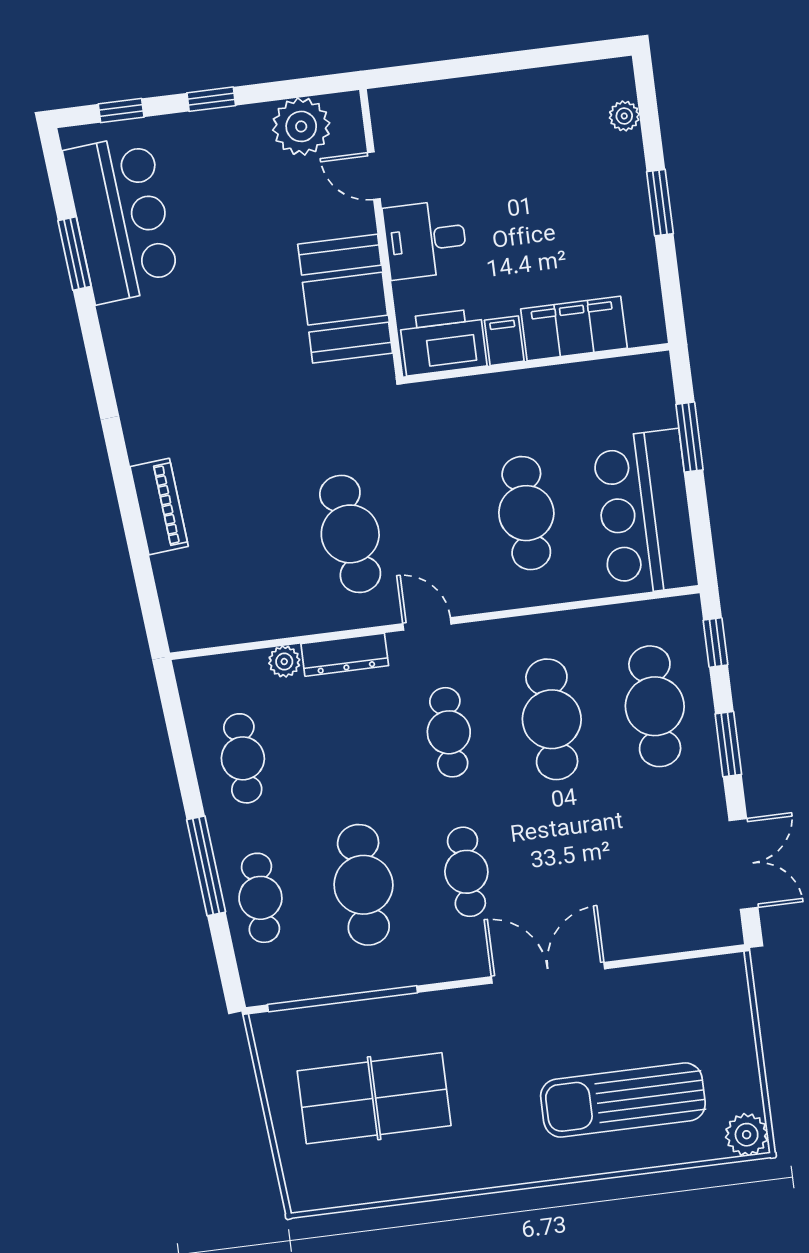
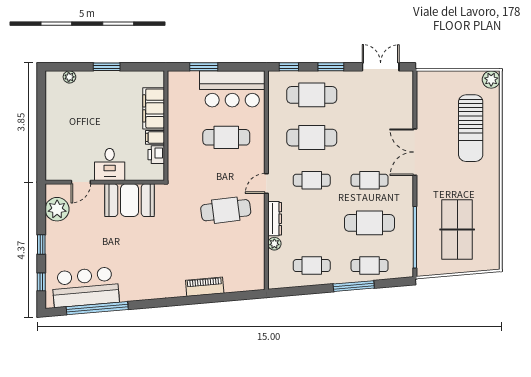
window: (75, 253) -> (97, 308), width x2.11
printer: (443, 342) -> (156, 155), width x0.53, depth x0.68

